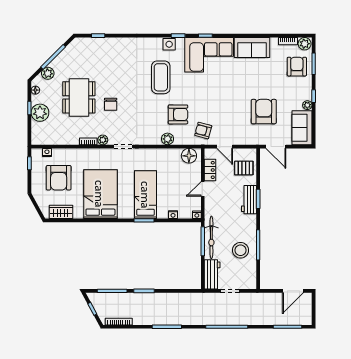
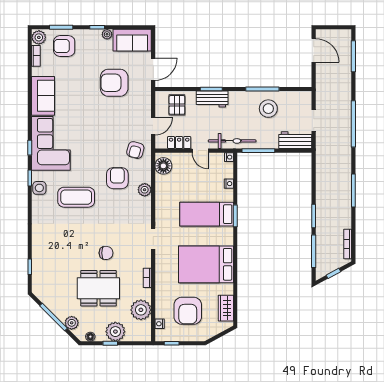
plant: (103, 140) -> (141, 310), moved, width x1.88, depth x1.88
armchair: (59, 178) -> (188, 311), turned 90
bicycle: (211, 237) -> (232, 141), moved

